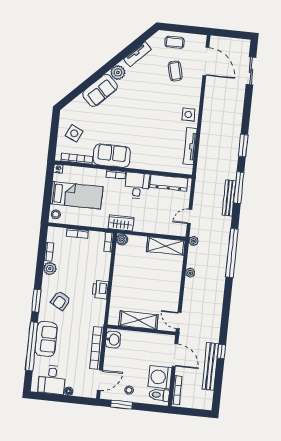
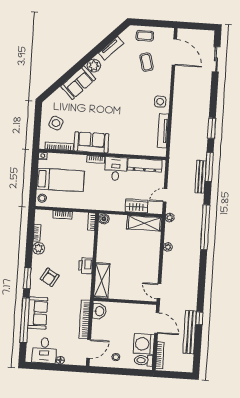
wardrobe: (121, 223) -> (136, 206), moved
shelving: (138, 320) -> (102, 281), moved, turned 90
window: (122, 405) -> (110, 371), removed

